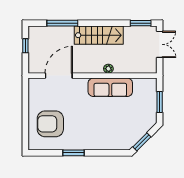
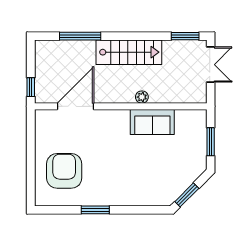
window: (25, 46) -> (31, 87), moved
sofa: (110, 87) -> (152, 122), width x0.73
armchair: (50, 124) -> (64, 171), turned 90

